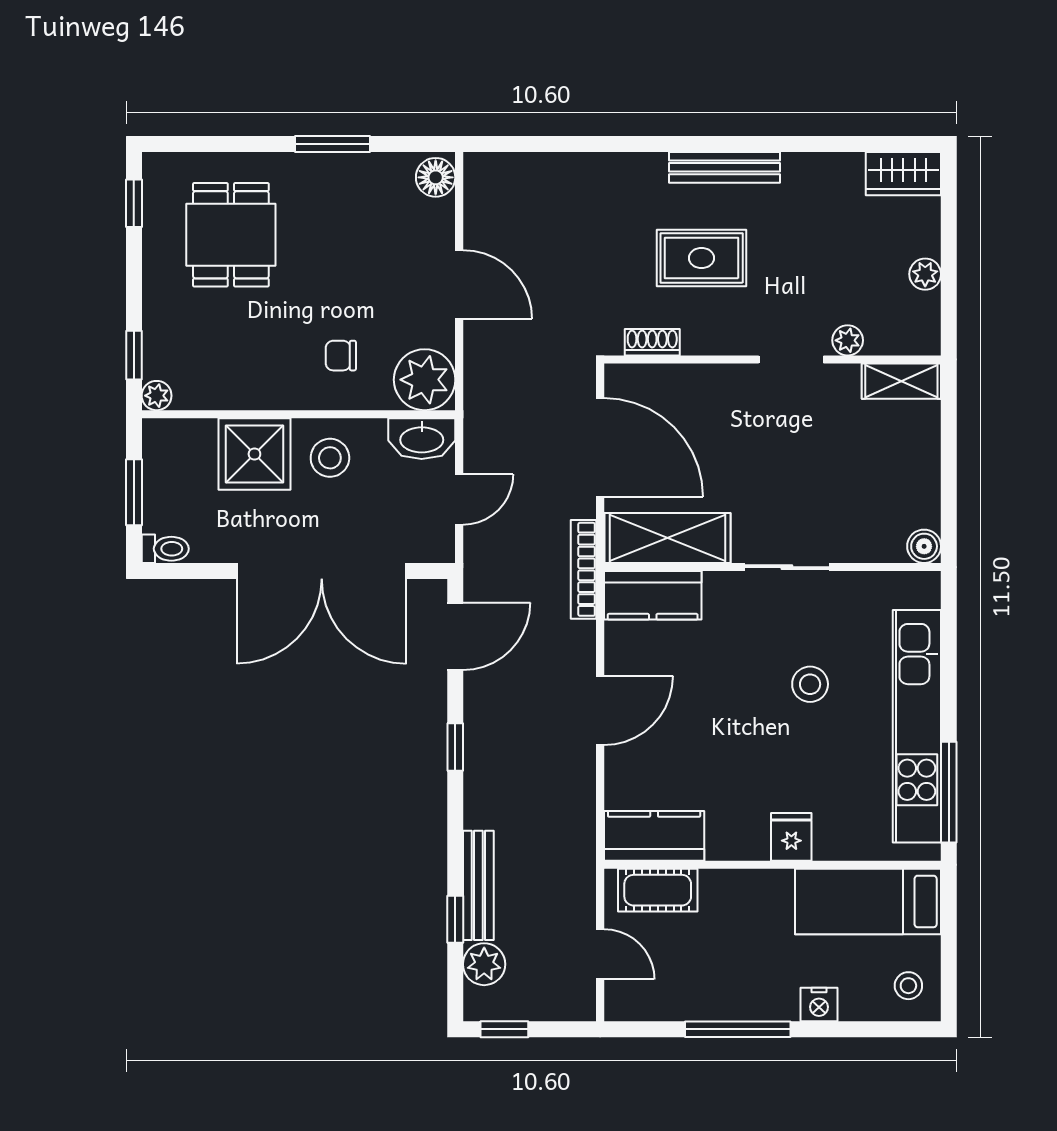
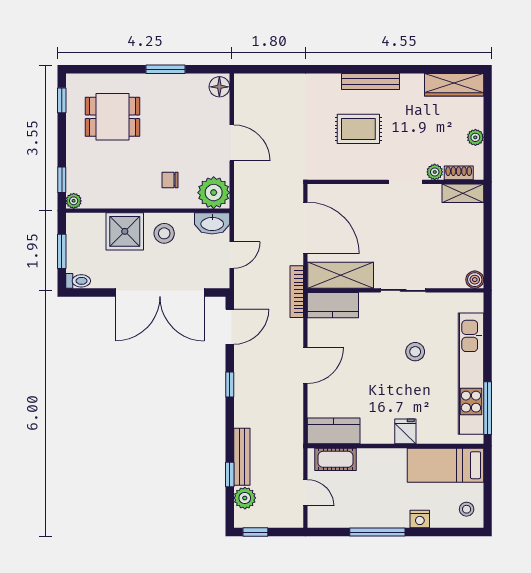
wardrobe: (903, 174) -> (454, 85), width x1.50
dining table: (231, 235) -> (112, 117), turned 90
shoe rack: (652, 342) -> (459, 173), moved

